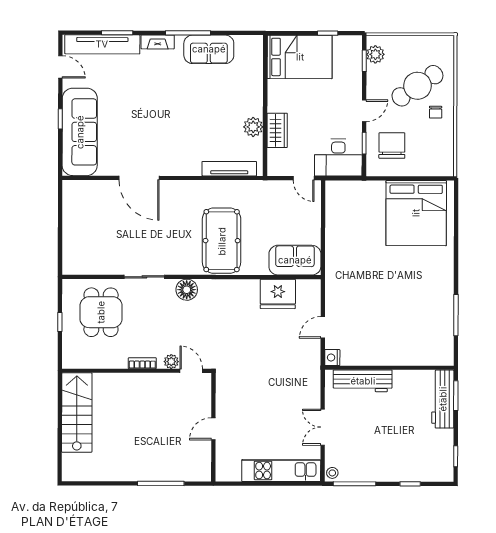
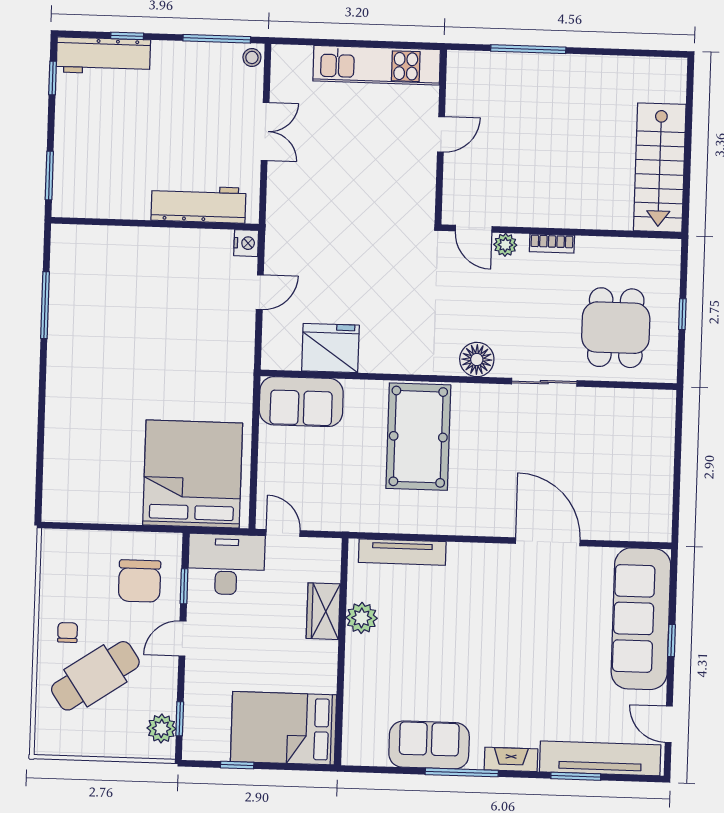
bed: (416, 213) -> (193, 474), moved
workbench: (443, 399) -> (103, 56), moved, turned 90
kitchen unit: (281, 471) -> (377, 65), moved

